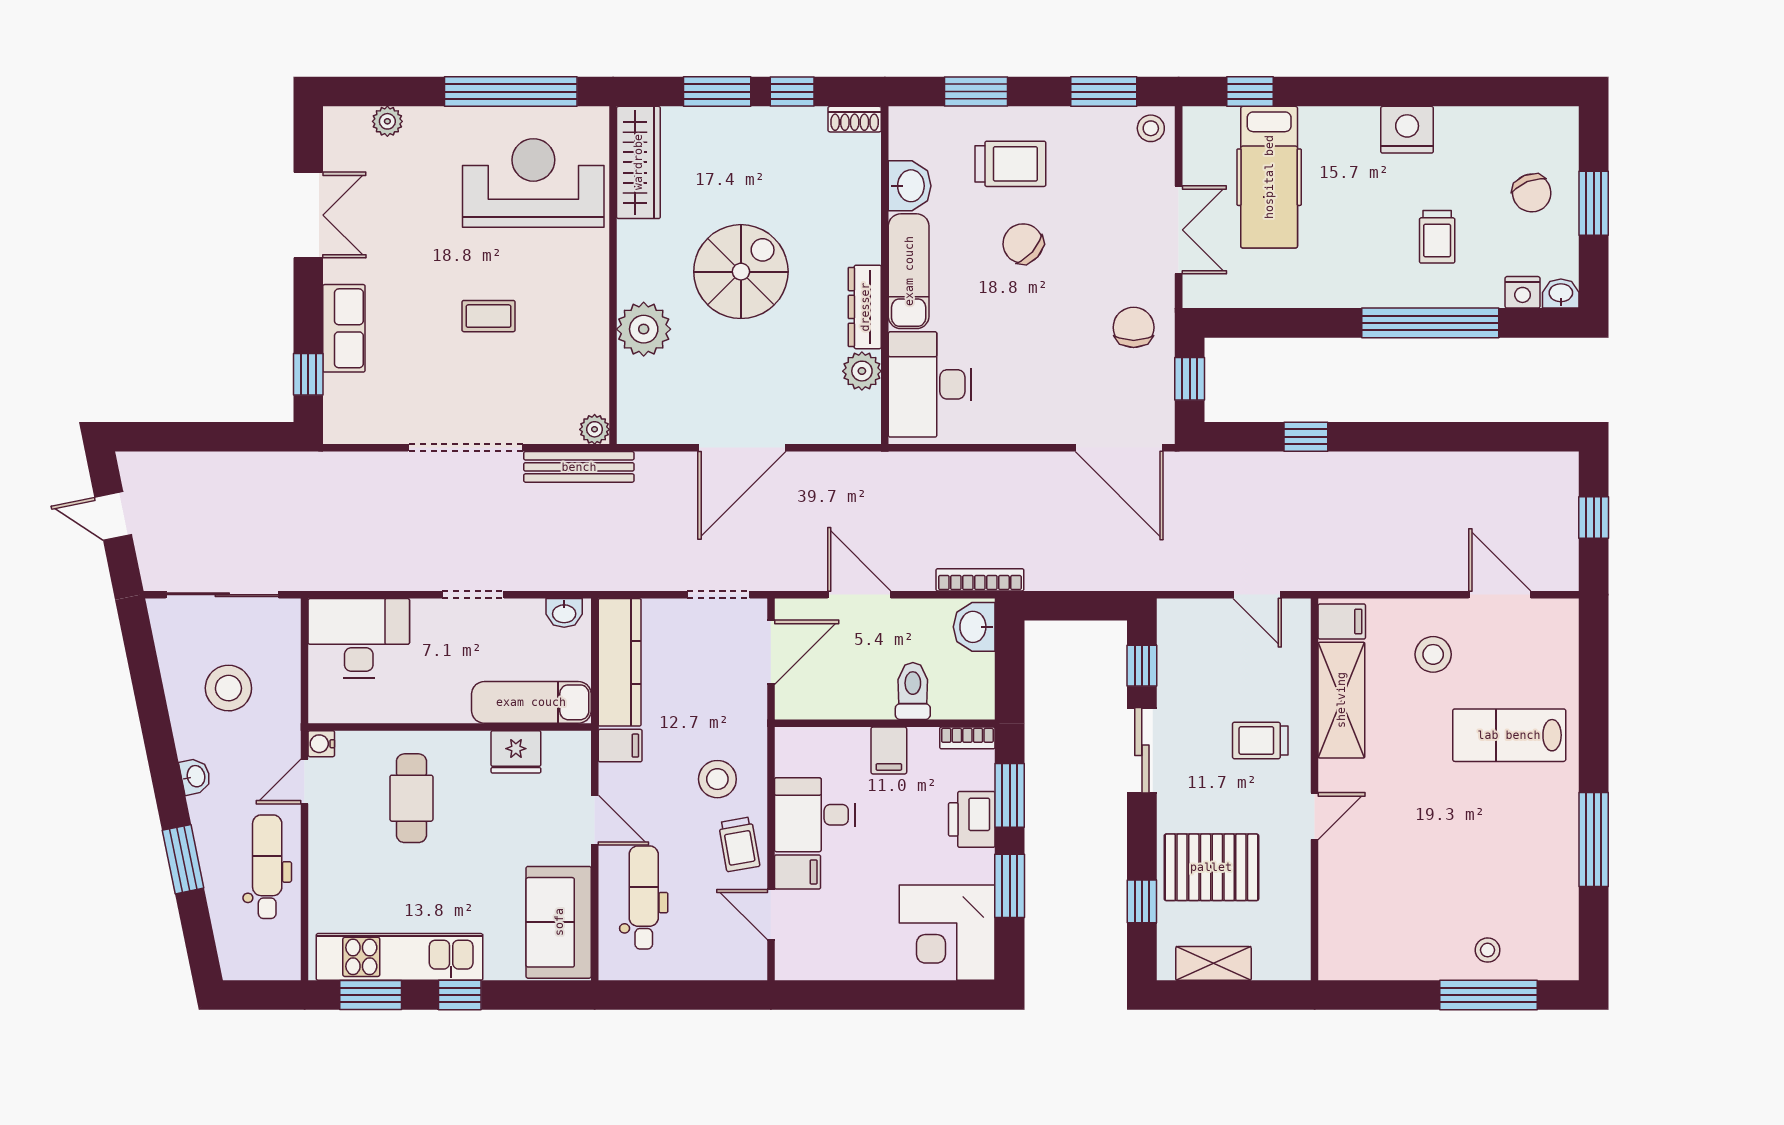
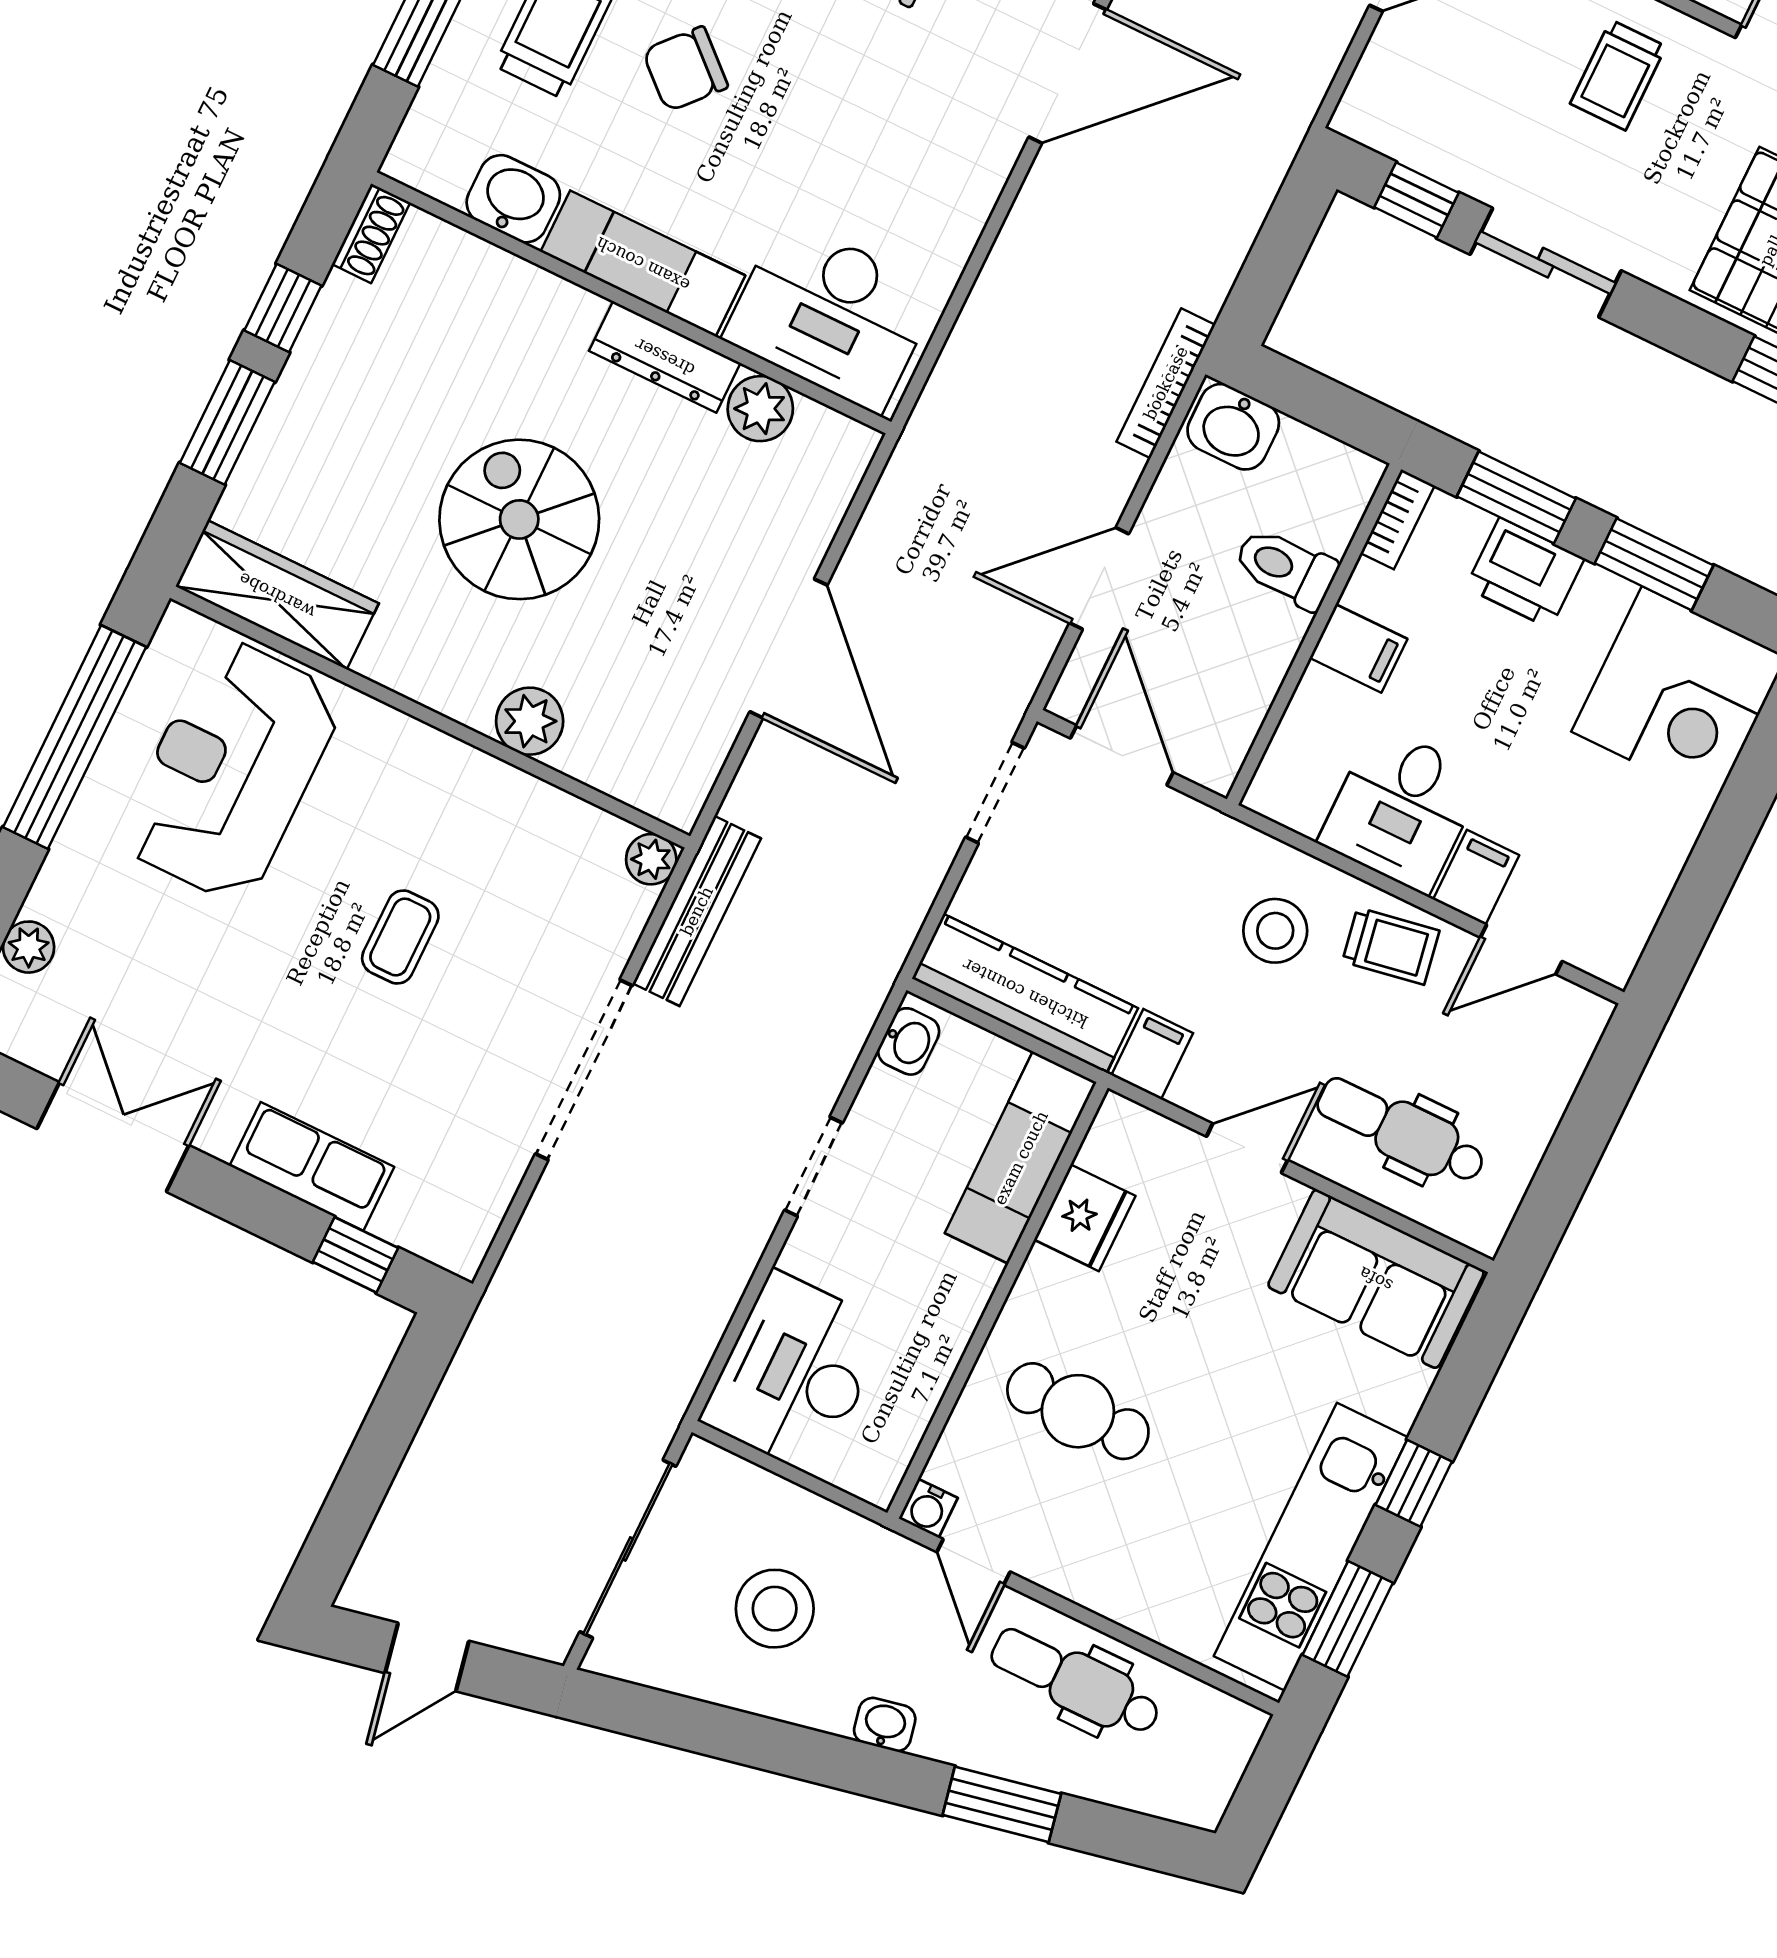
plant: (644, 329) -> (530, 721), width x0.73, depth x0.73

